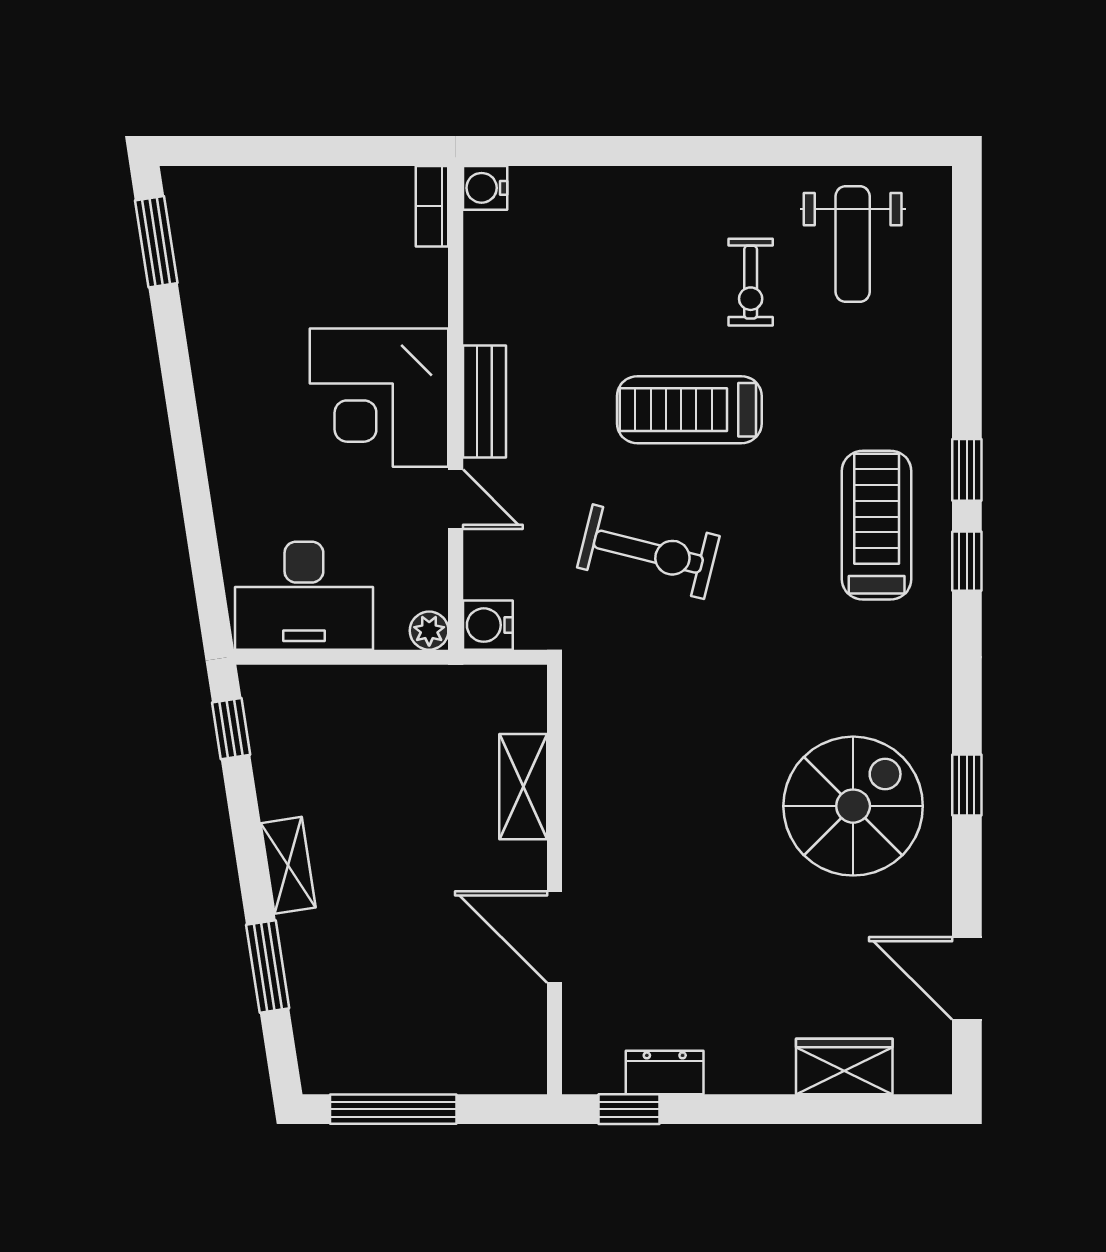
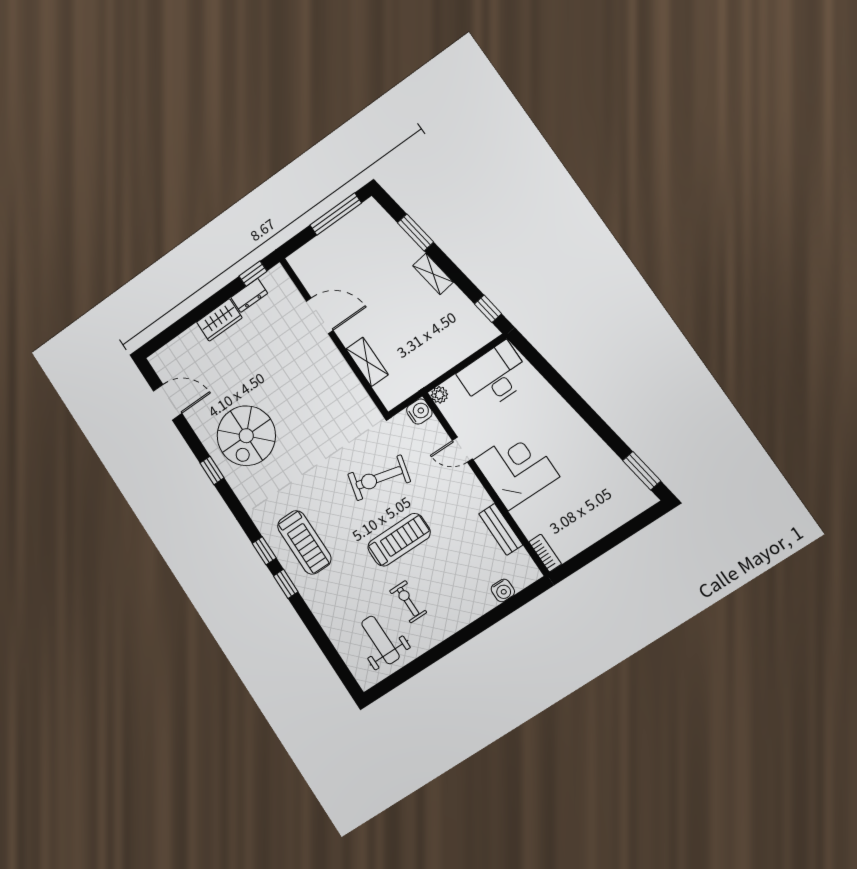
water cooler: (485, 188) -> (503, 590), moved, turned 90
bench: (484, 402) -> (501, 529), moved
wardrobe: (844, 1066) -> (219, 320), moved

